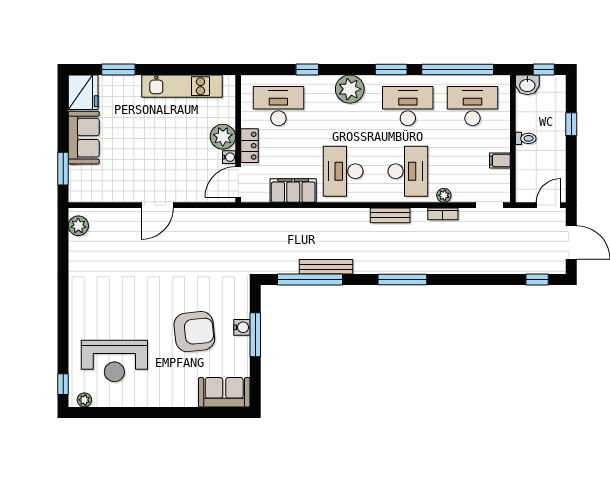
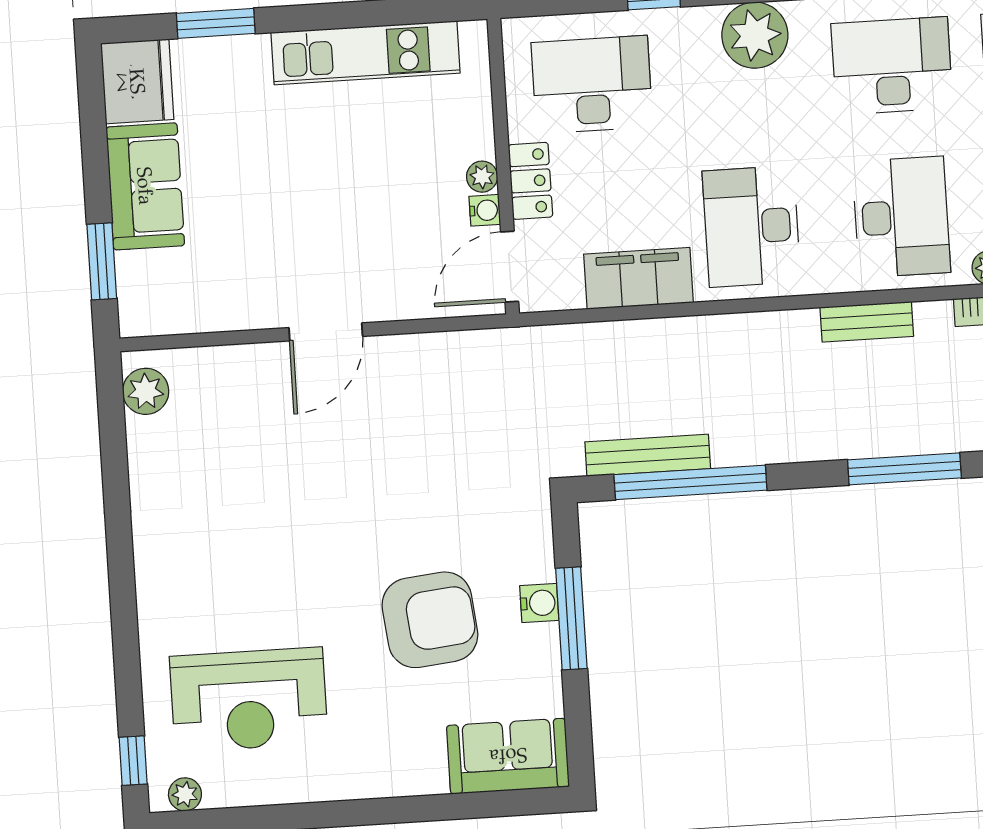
plant: (223, 137) -> (482, 177), width x0.53, depth x0.53
bench: (326, 267) -> (648, 455), moved

